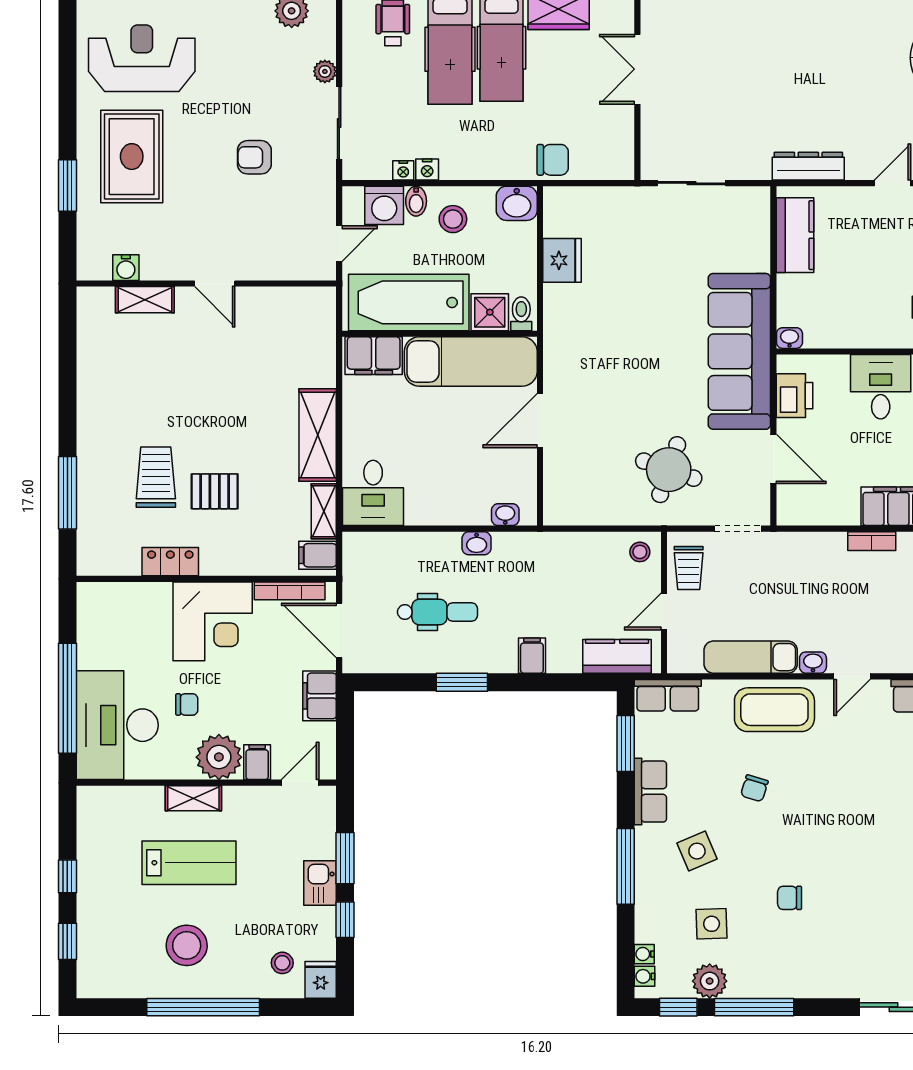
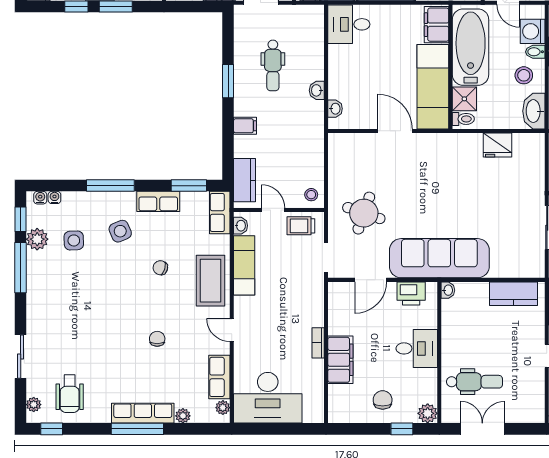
washbasin: (517, 203) -> (534, 111), width x1.38
washbasin: (813, 663) -> (241, 226), moved
chair: (790, 898) -> (157, 339), moved

